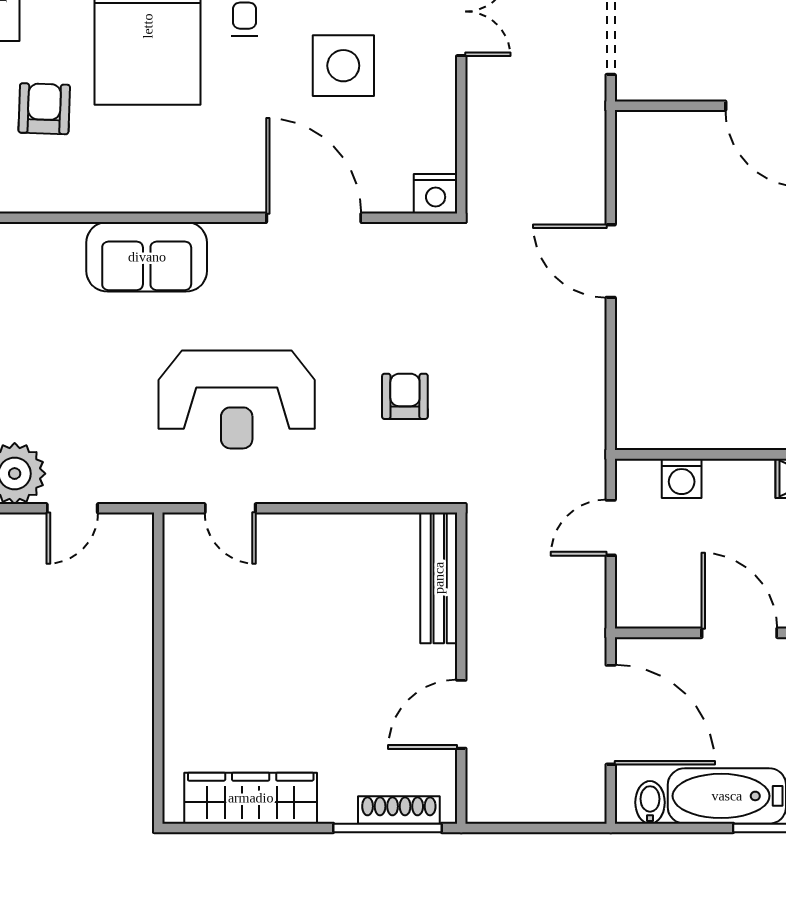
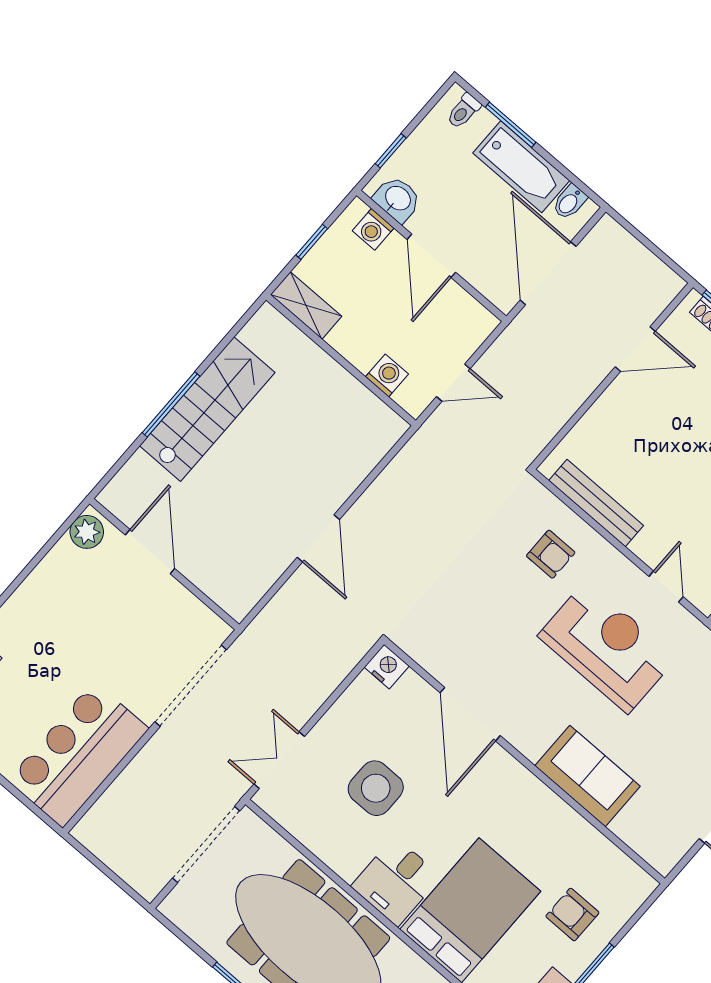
armchair: (44, 109) -> (572, 915), turned 88
armchair: (405, 396) -> (551, 554), moved, turned -90
bench: (439, 578) -> (596, 503), moved, turned 90

